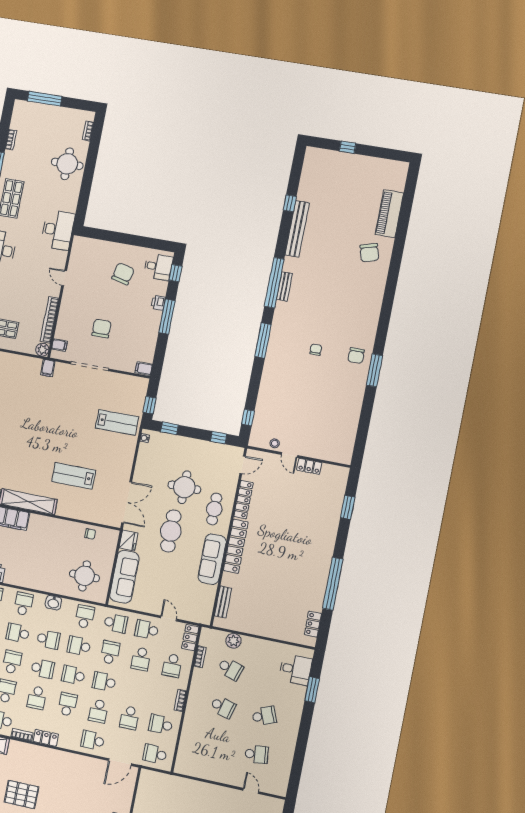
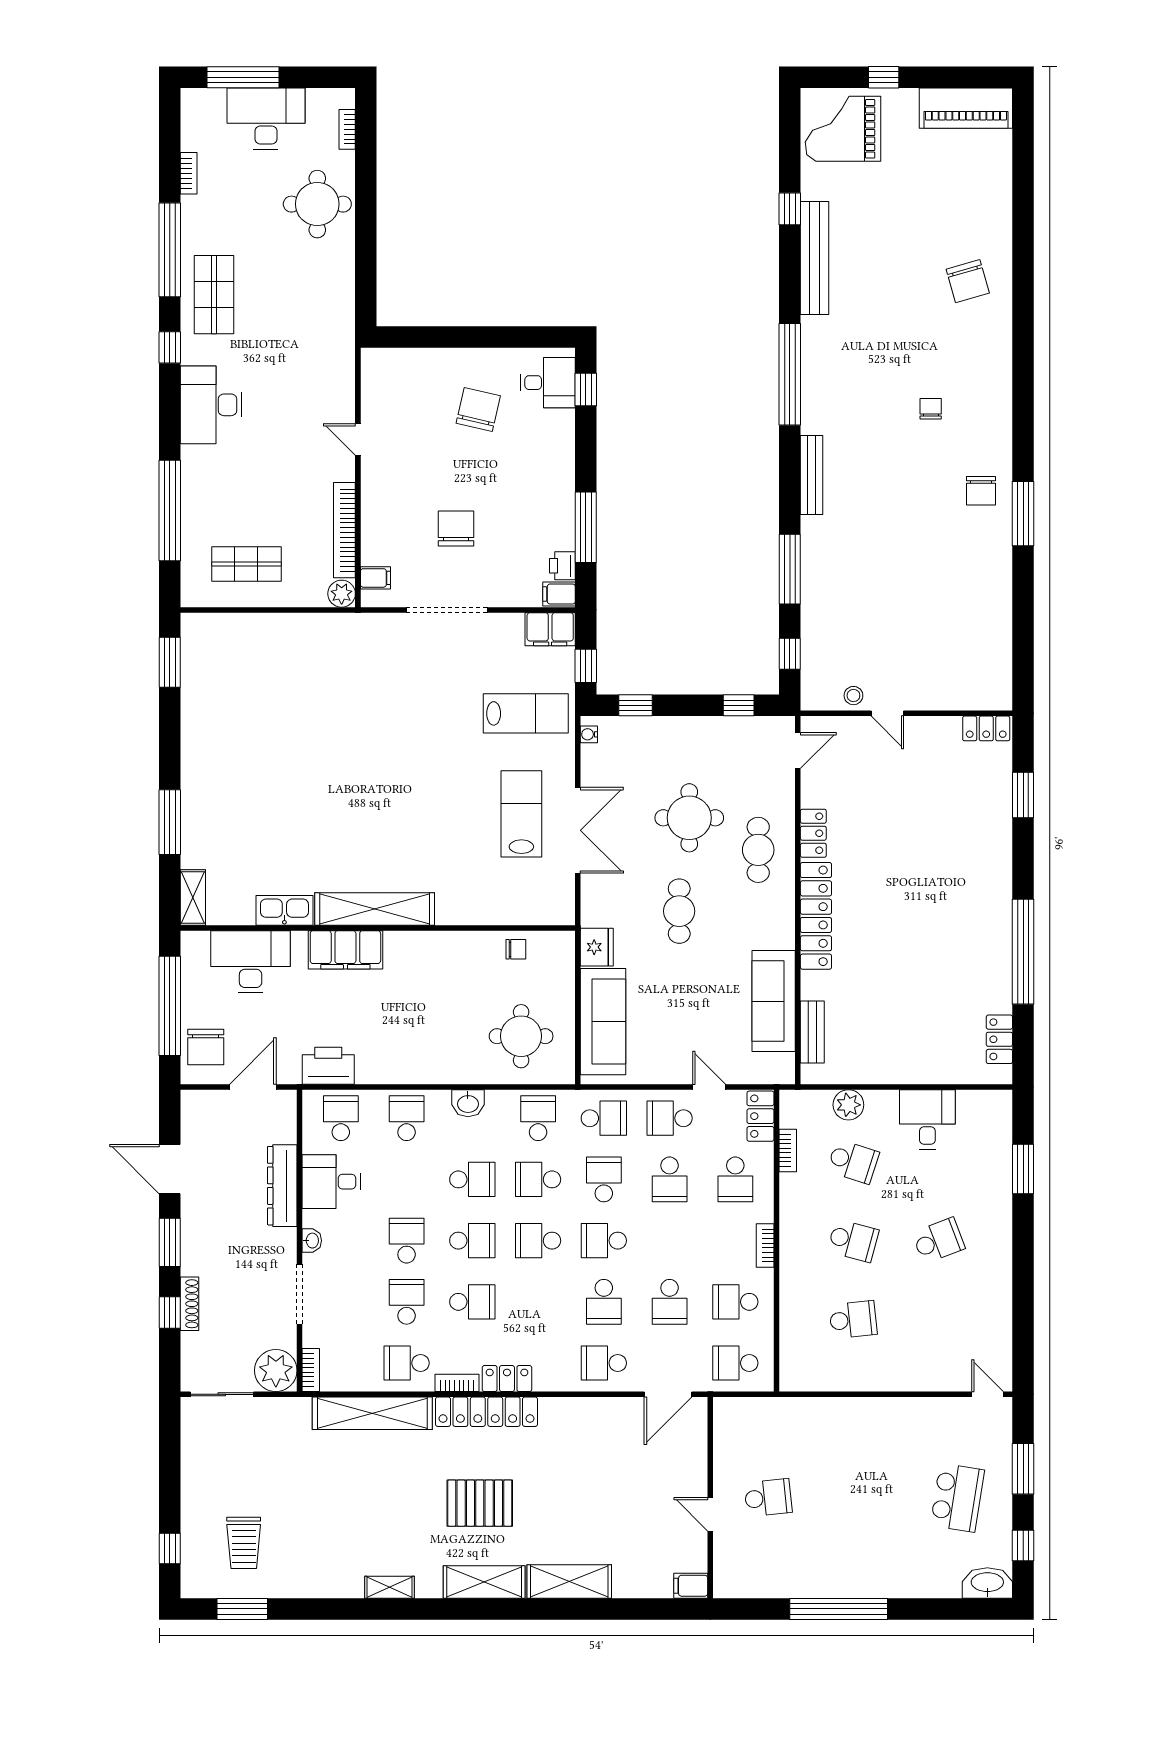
grand piano: (323, 169) -> (843, 129), added
piano: (389, 214) -> (966, 108), moved, turned -90
desk: (58, 230) -> (266, 118), moved, turned -90
bench: (284, 286) -> (812, 475), moved, width x1.36
printer: (158, 303) -> (562, 566), moved
window: (167, 317) -> (586, 527), moved
window: (263, 340) -> (790, 569), moved
chair: (316, 350) -> (931, 409), moved
filing cabinet: (48, 368) -> (550, 629), moved, width x2.00
locker: (309, 466) -> (986, 728), moved
lab bench: (74, 476) -> (521, 814), moved, turned 90
locker: (244, 500) -> (813, 833), width x0.66
double door: (127, 502) -> (578, 830), moved
cafe table: (171, 531) -> (679, 911), width x0.73, depth x0.74
sofa: (212, 559) -> (774, 1001), moved
school desk: (18, 633) -> (407, 1179), removed
desk: (295, 670) -> (927, 1119), moved, turned -90
school desk: (37, 698) -> (472, 1302), turned -90
school desk: (68, 704) -> (538, 1302), removed
locker: (33, 752) -> (487, 1412), added
school desk: (257, 754) -> (853, 1320), moved
door: (251, 791) -> (988, 1394), moved

